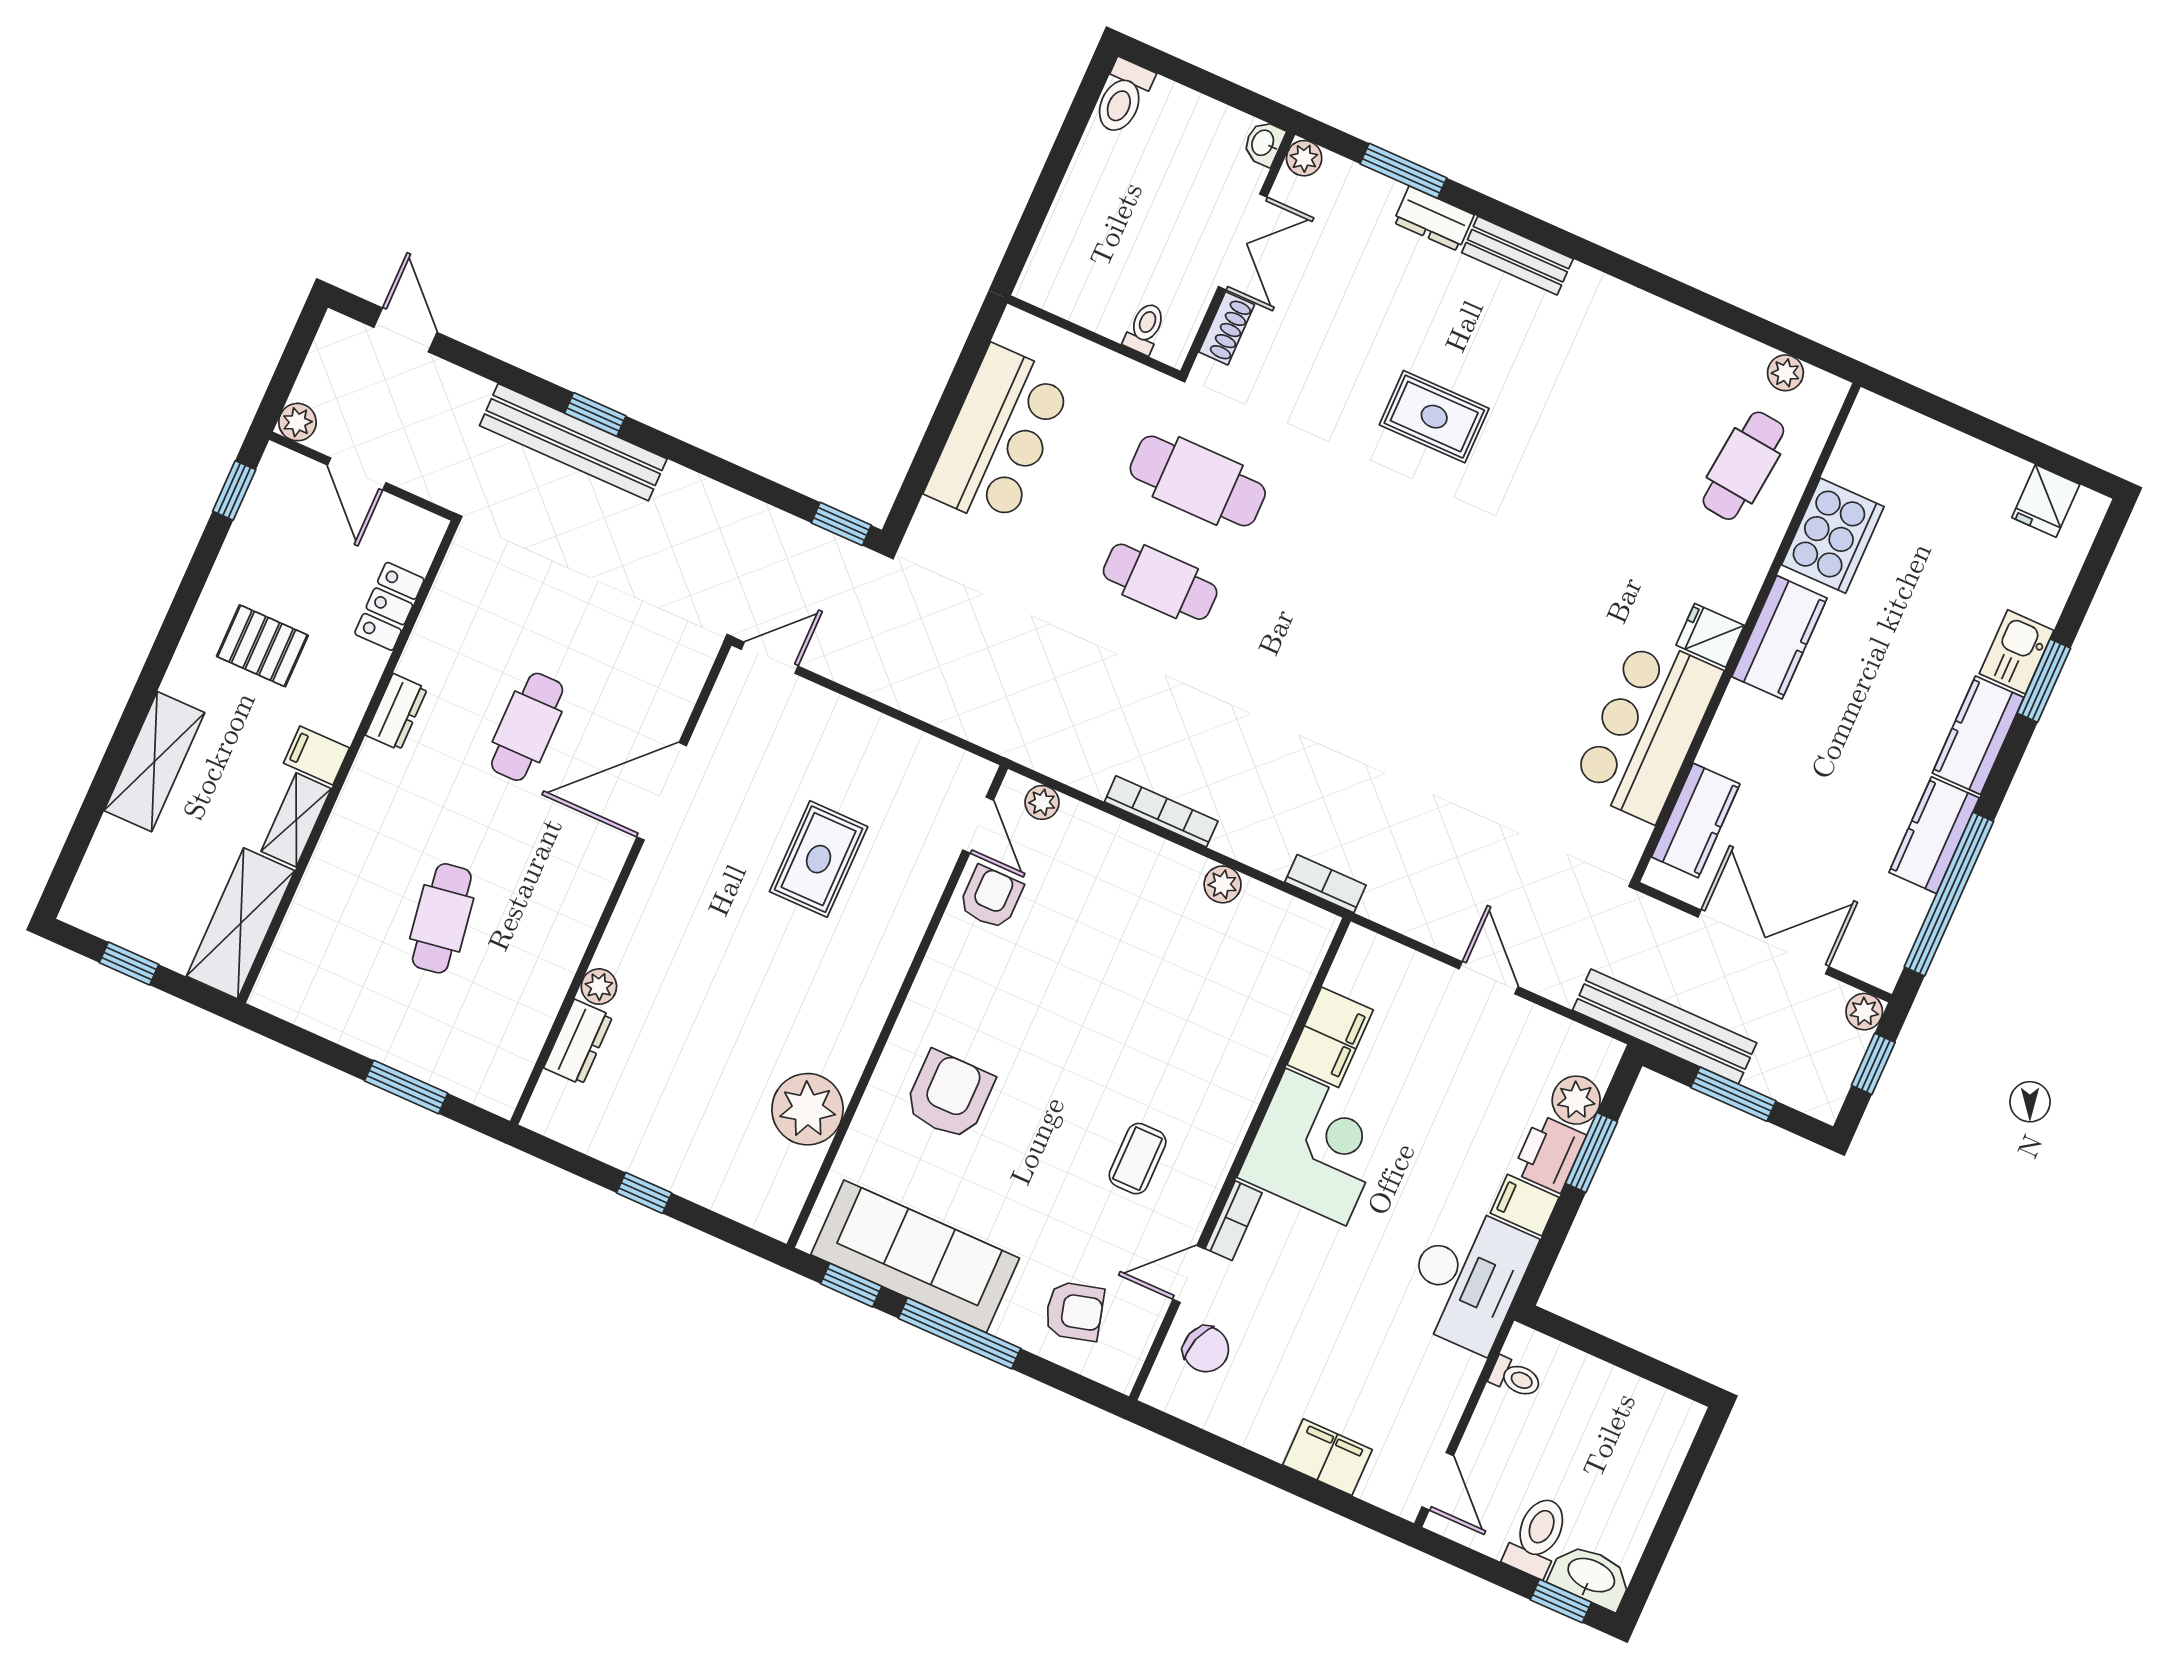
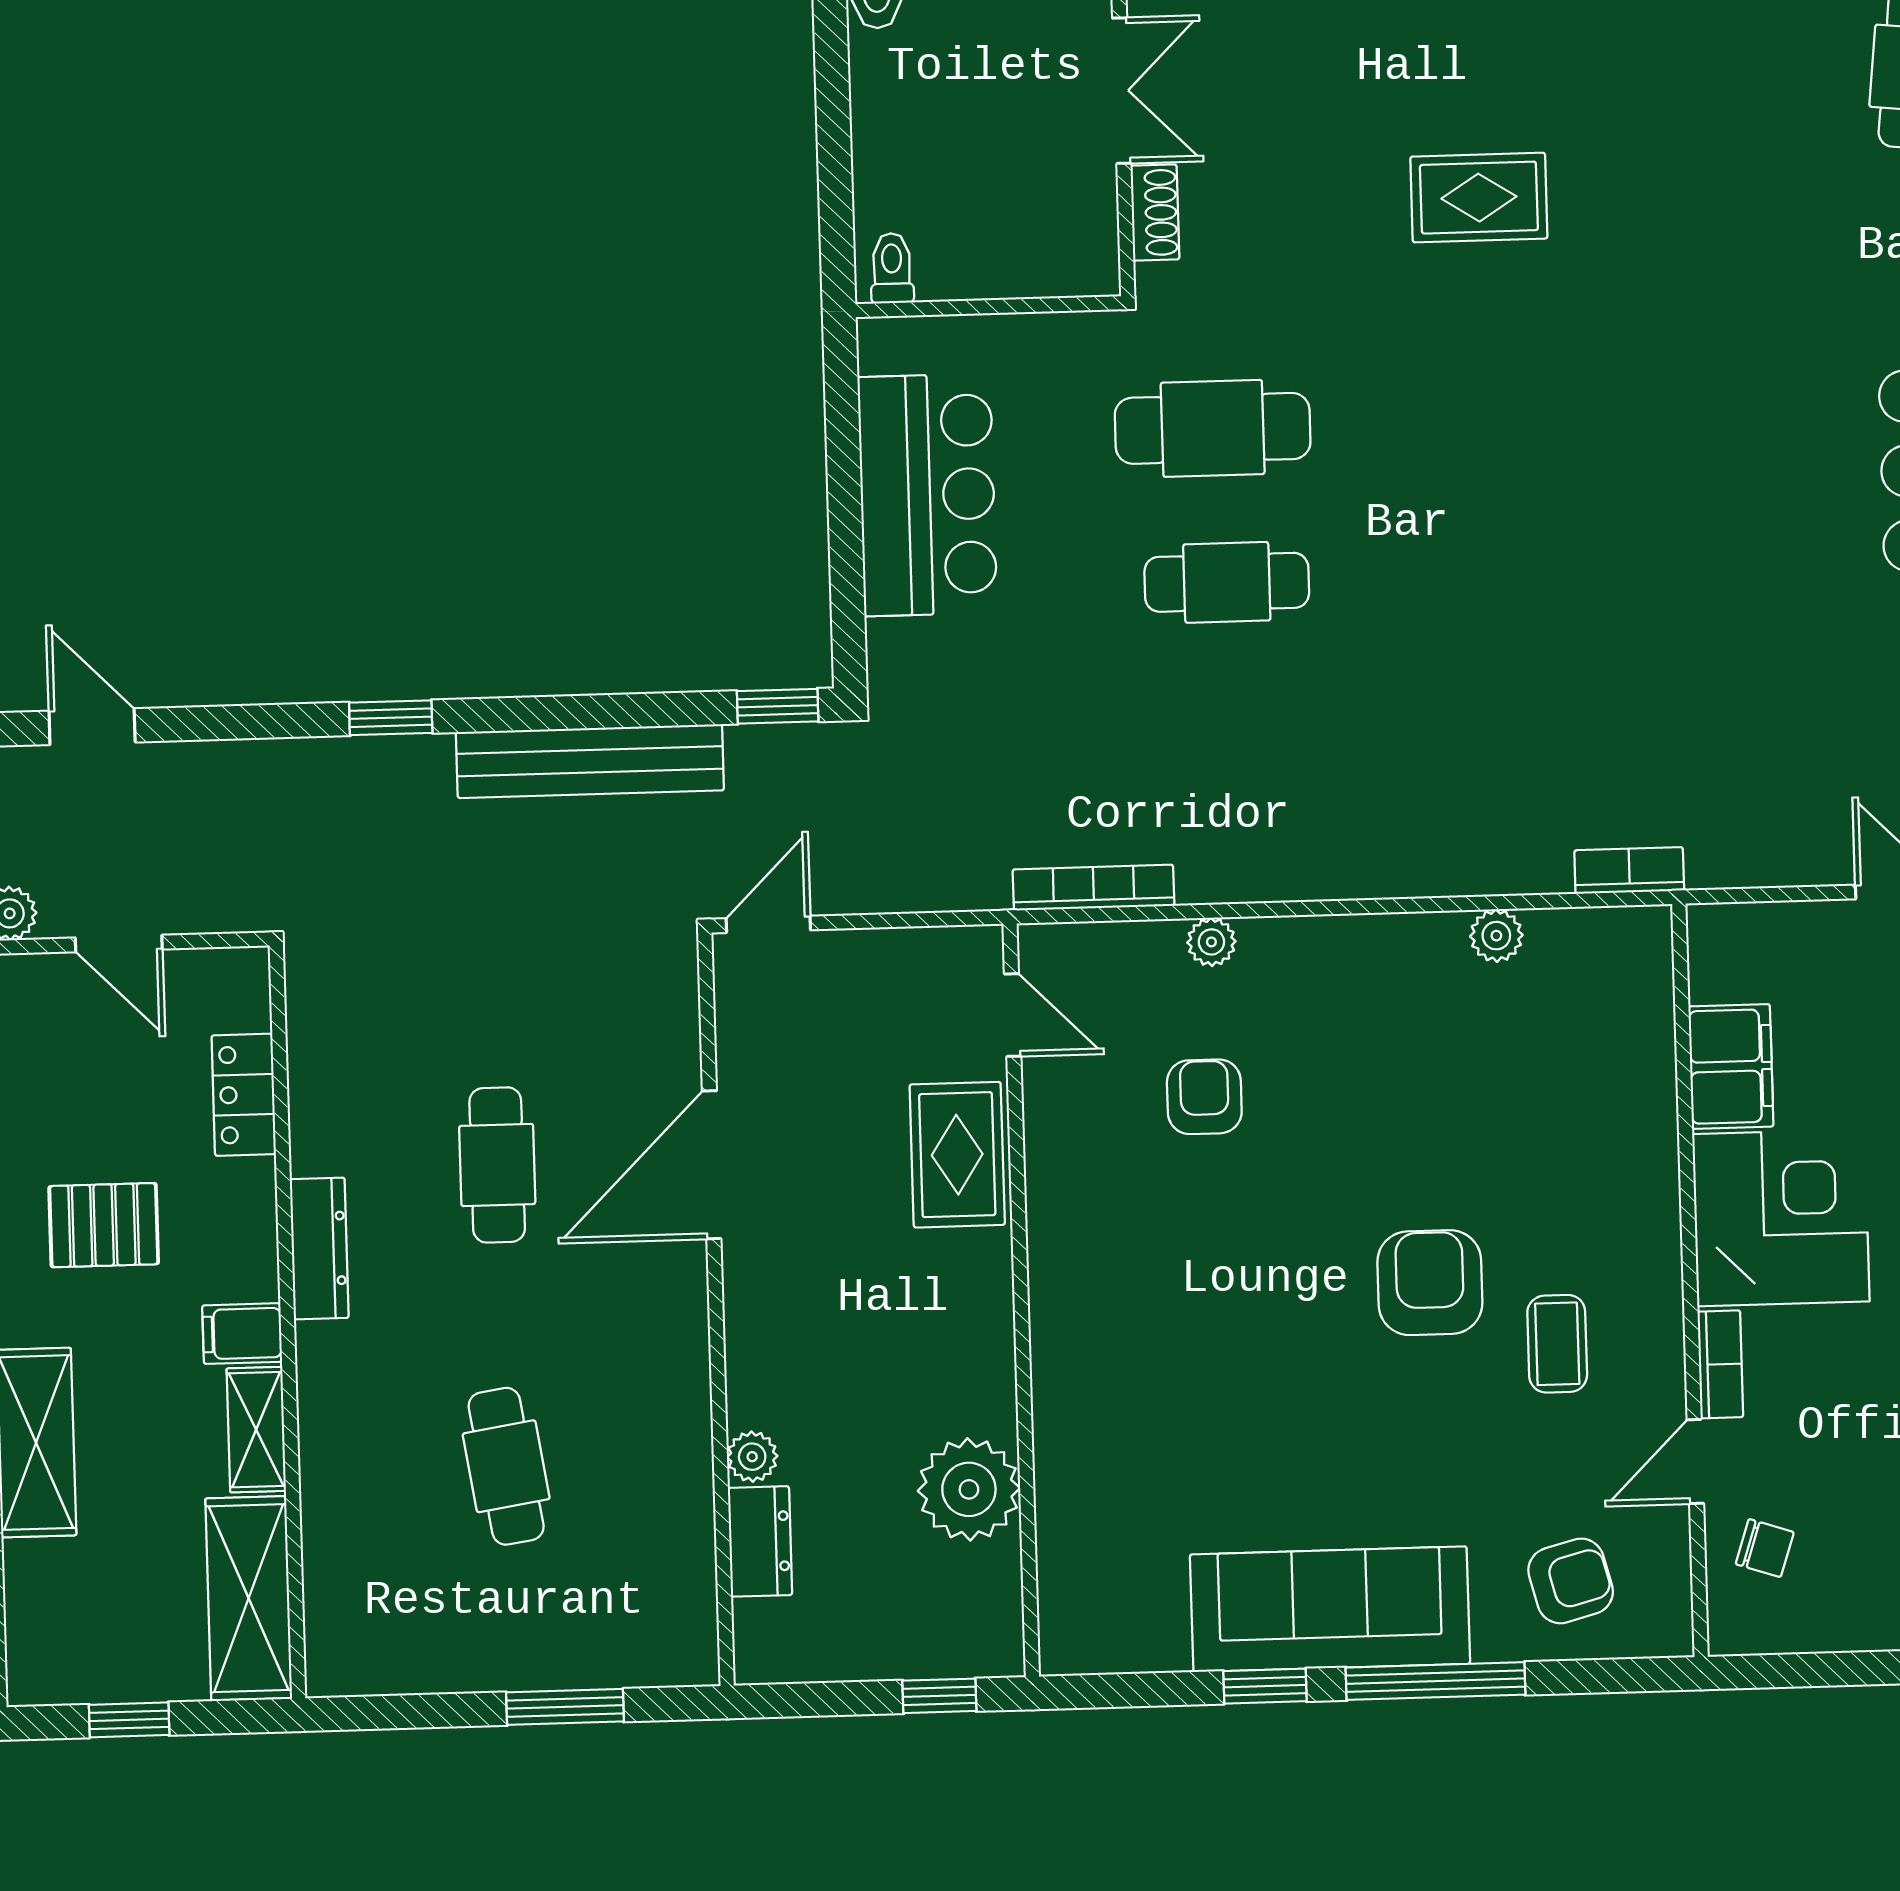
toilet: (1145, 328) -> (892, 268), moved
bench: (573, 442) -> (590, 761), moved
dresser: (396, 712) -> (319, 1249), width x1.44
bookcase: (1161, 811) -> (1094, 888), moved
door: (978, 825) -> (1013, 1015), moved
wall: (897, 1006) -> (1021, 1300), moved
armchair: (949, 1095) -> (1430, 1283), moved
plant: (807, 1109) -> (969, 1489), moved
chair: (1206, 1349) -> (1765, 1548), width x0.73, depth x0.73

